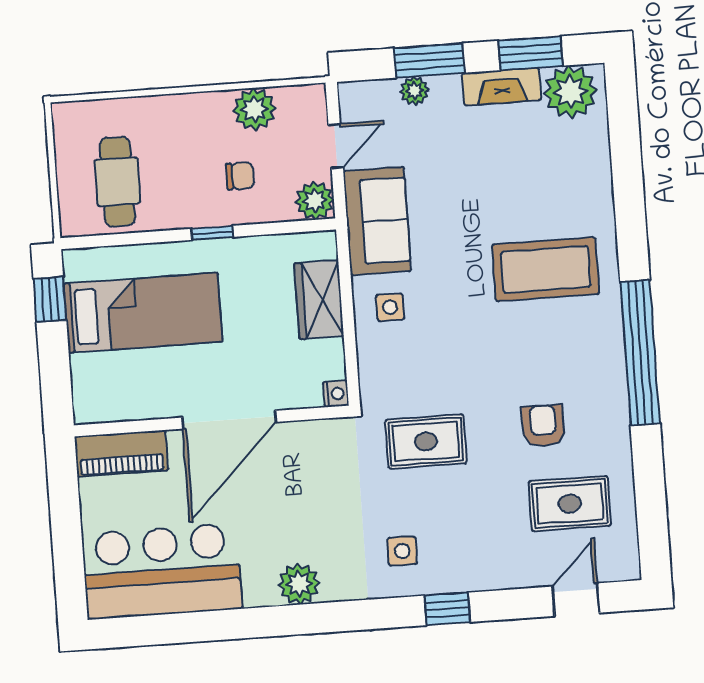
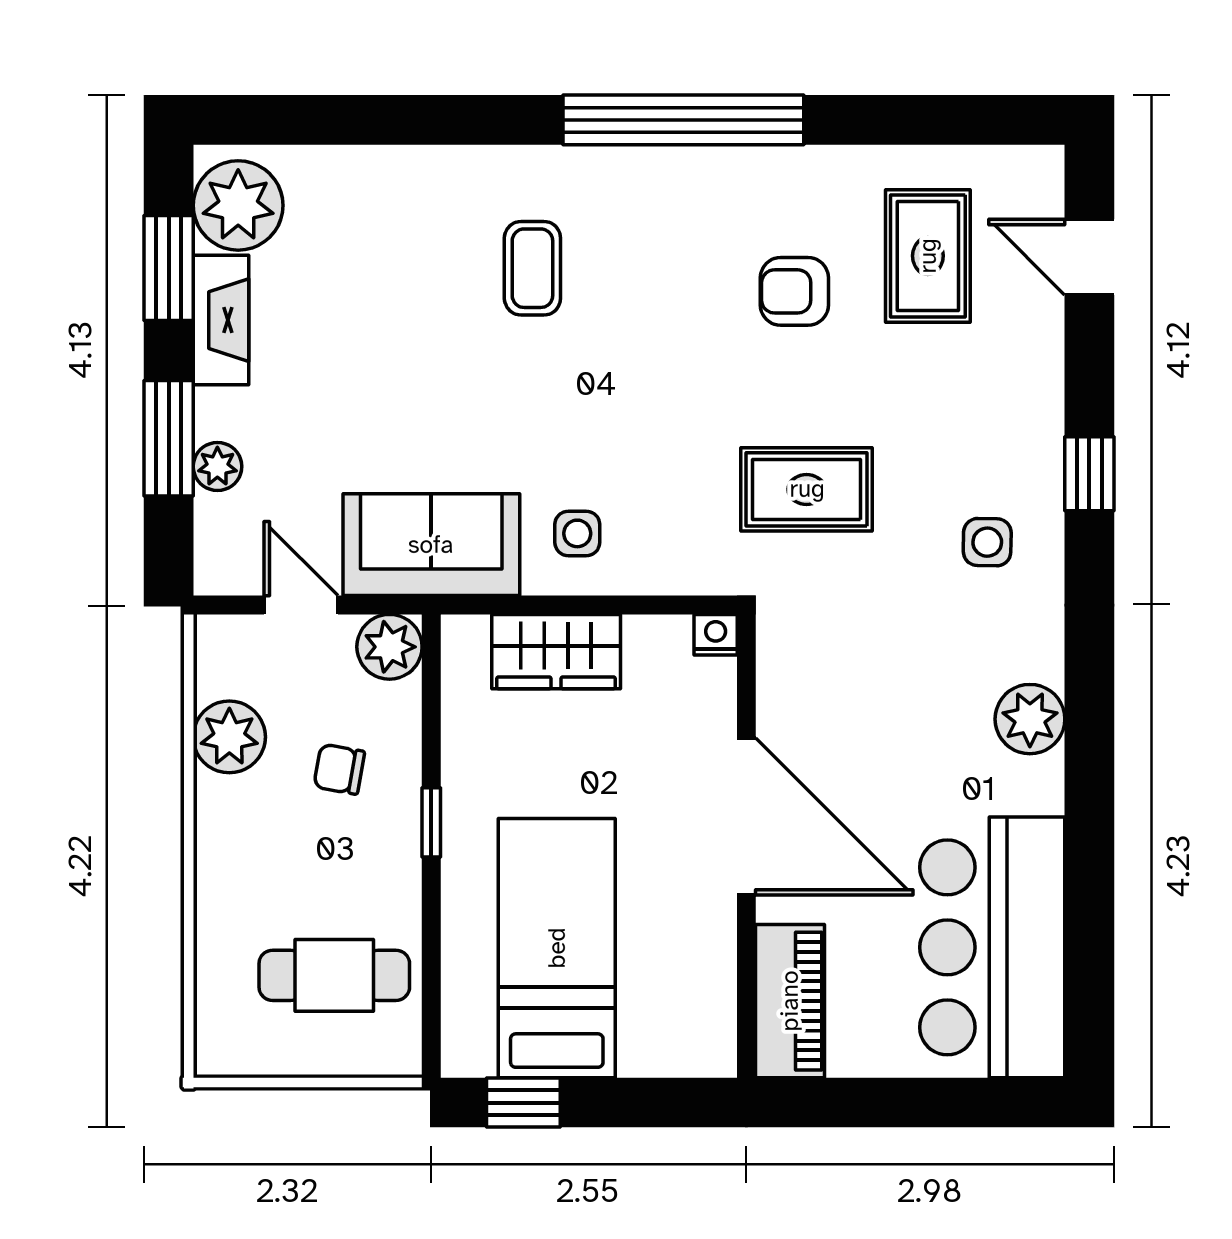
chair: (240, 176) -> (339, 769), turned -80
coffee table: (546, 269) -> (532, 268), width x0.54, depth x0.58
rug: (426, 441) -> (807, 489), turned 90

